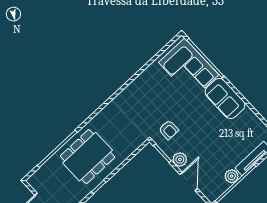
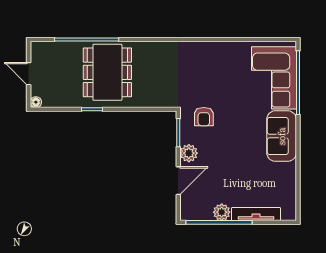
dining table: (88, 157) -> (107, 72), turned 90

